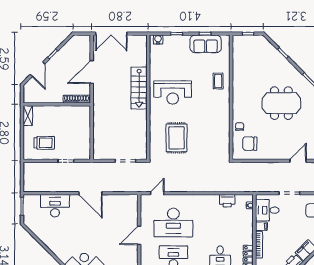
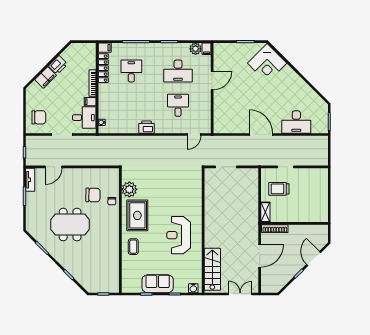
double door: (111, 34) -> (240, 294), width x0.73
sofa: (206, 44) -> (158, 284), moved
stairs: (139, 88) -> (212, 269), moved
reception desk: (173, 93) -> (179, 235), turned -90
shelving: (28, 116) -> (265, 212), moved
rug: (176, 138) -> (137, 215), moved
plant: (222, 138) -> (129, 189), added
trolley: (44, 143) -> (279, 189), moved
chair: (250, 144) -> (93, 195), moved
printer: (227, 201) -> (146, 127), moved
desk: (173, 223) -> (178, 105), width x0.53, depth x0.77
door: (139, 235) -> (212, 80), moved

